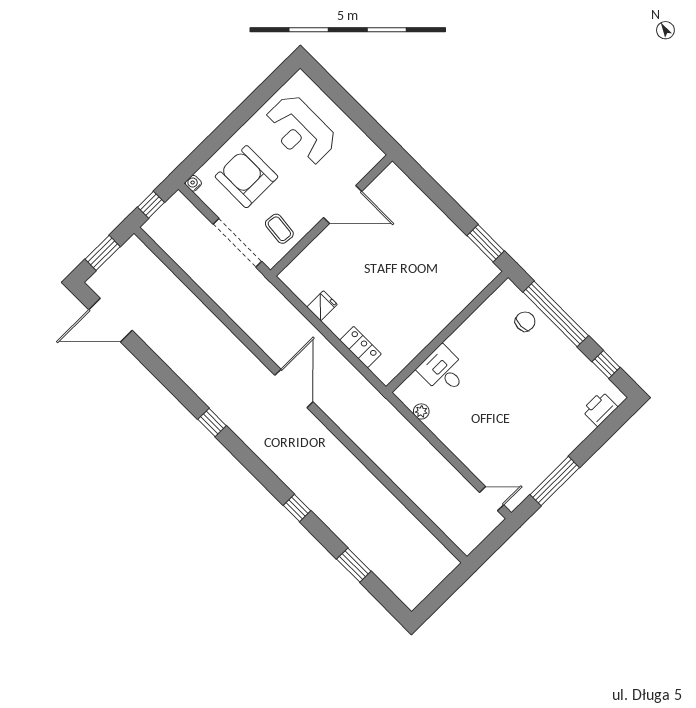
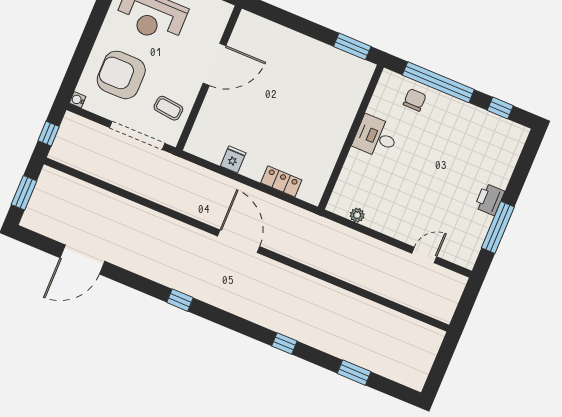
door: (110, 320) -> (82, 259), moved
desk: (443, 371) -> (376, 137), moved
printer: (600, 409) -> (489, 199), moved
door: (492, 499) -> (424, 255), moved

